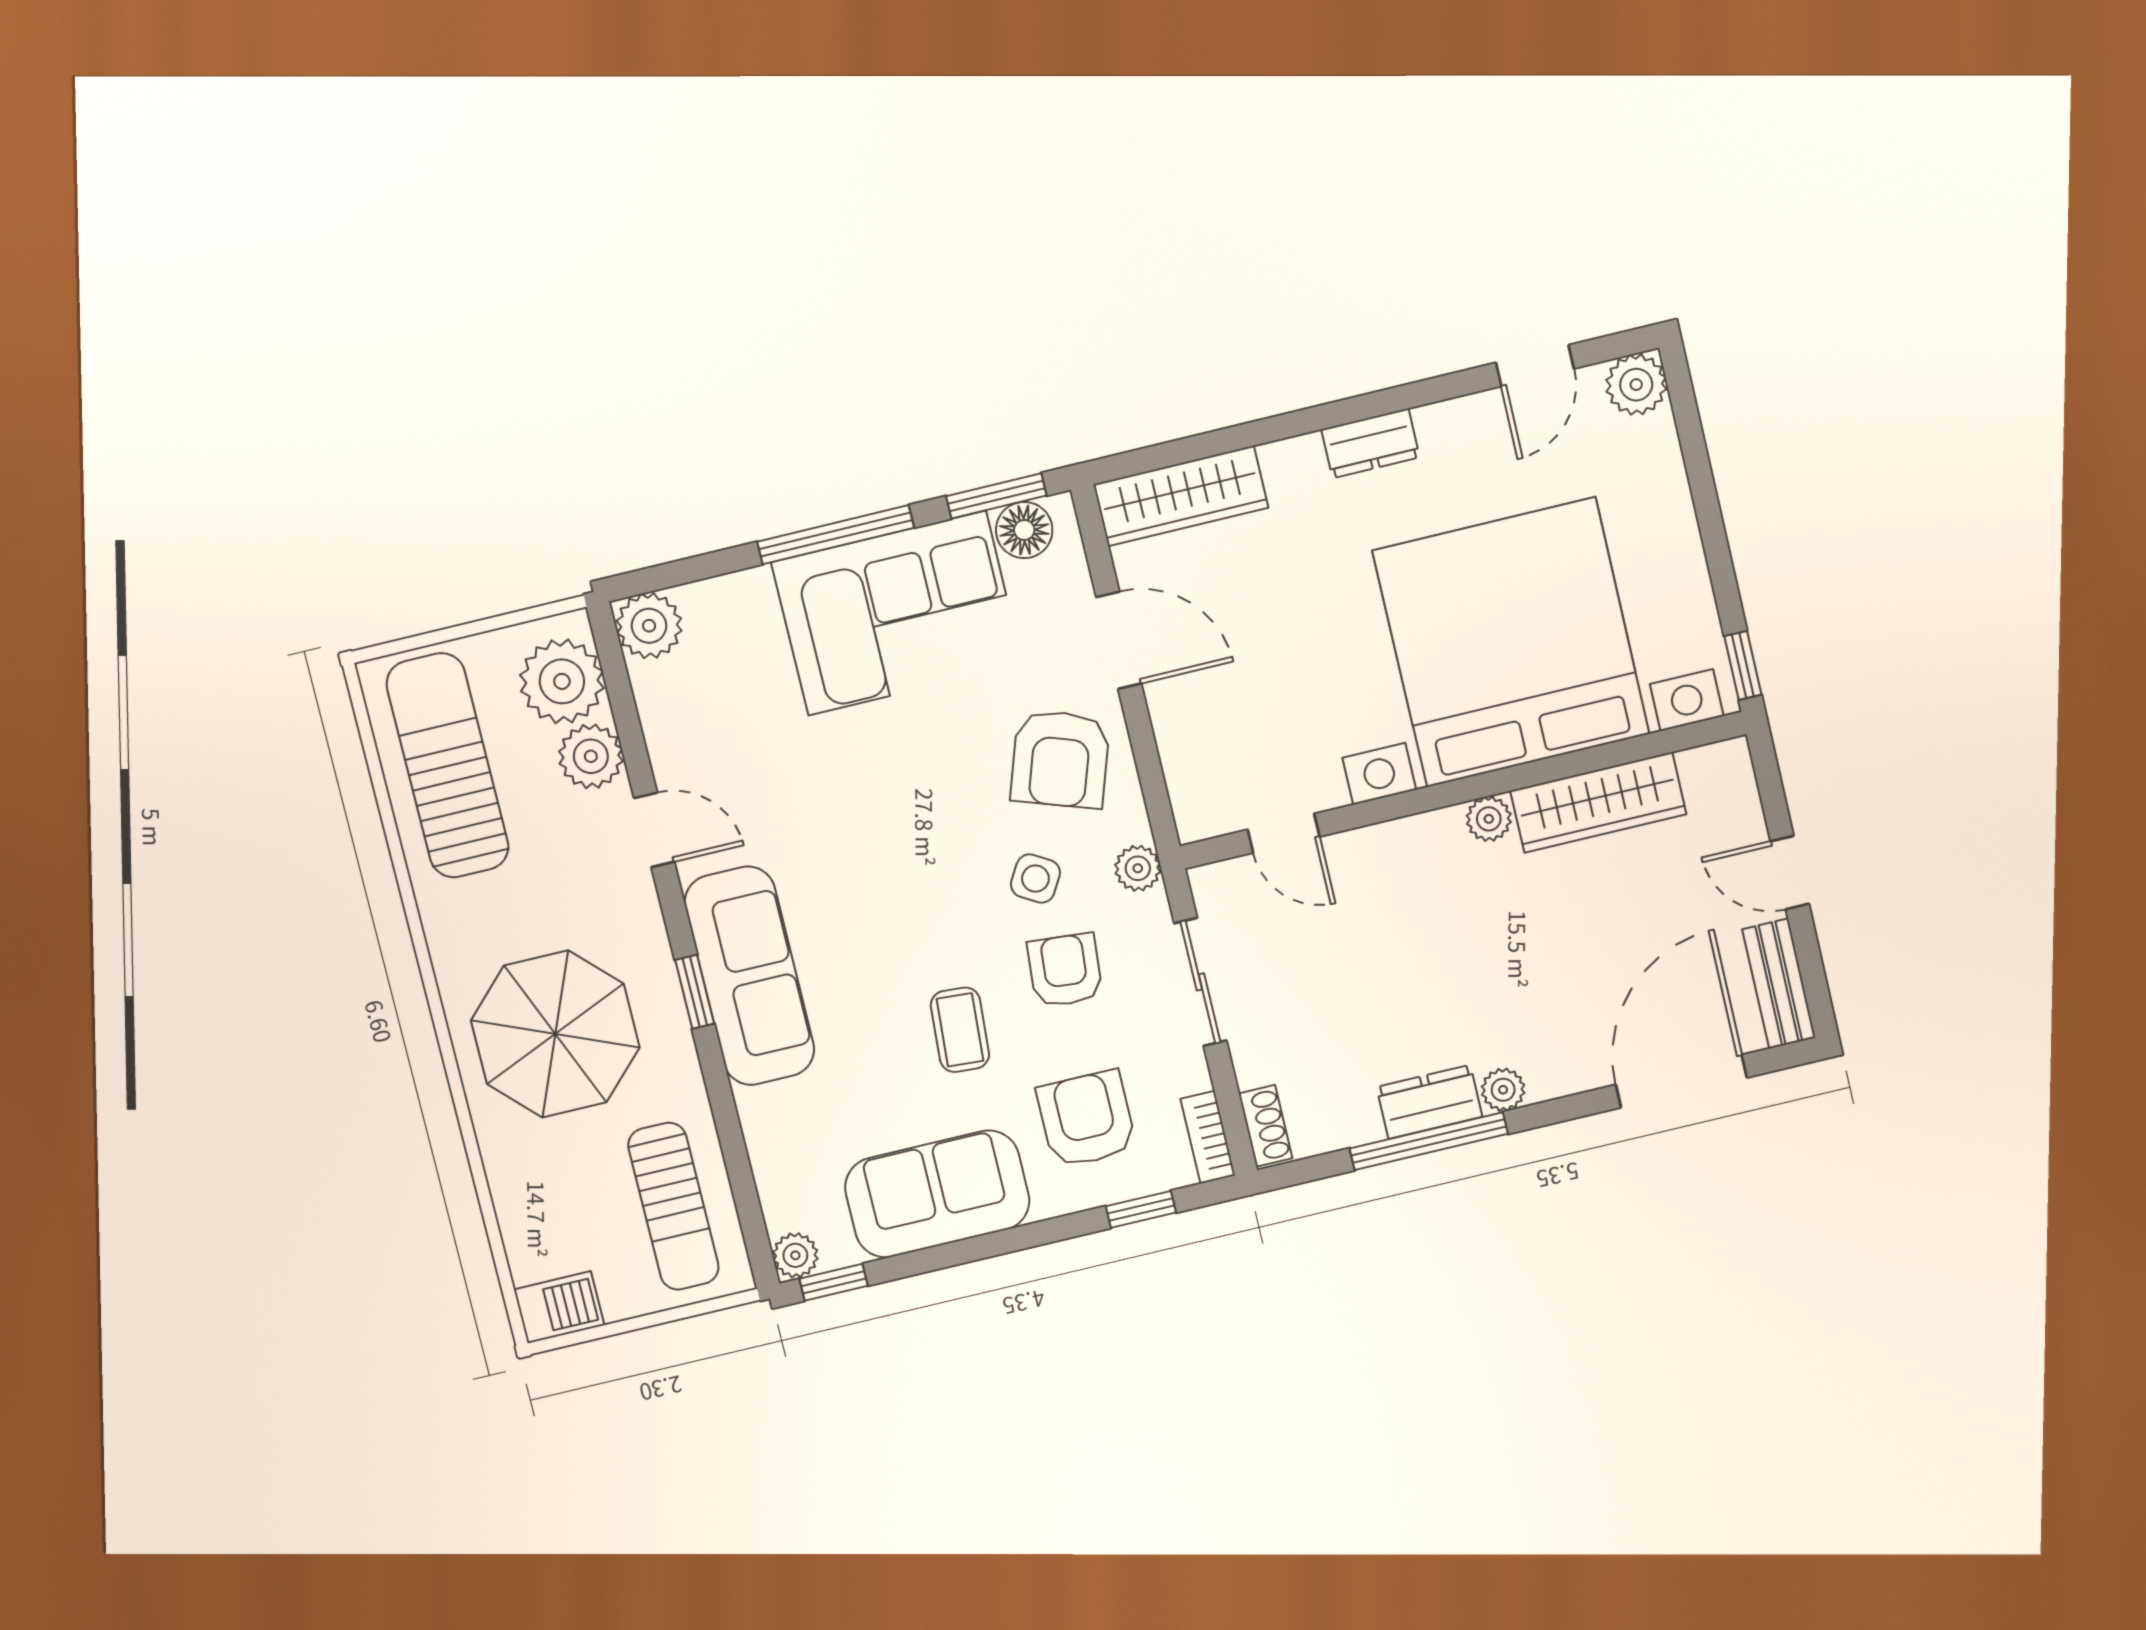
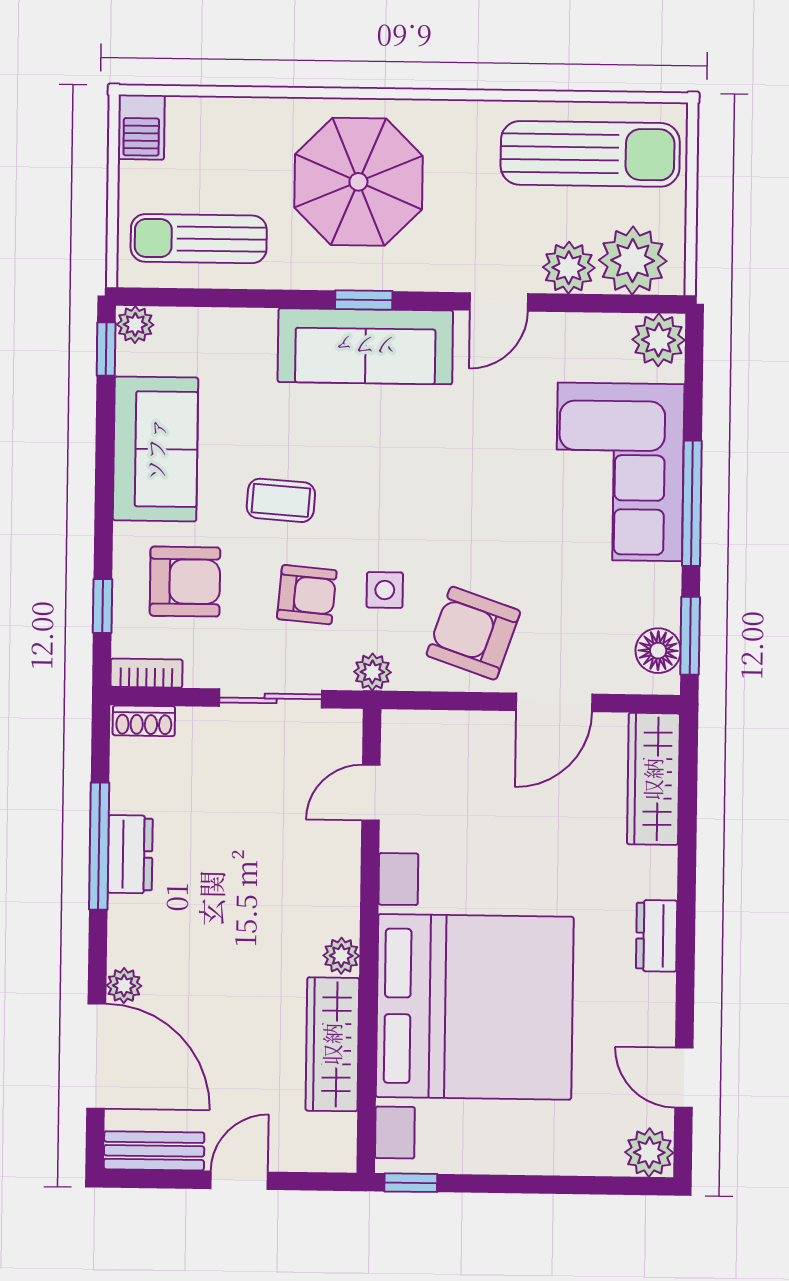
corner sofa: (897, 613) -> (620, 472), moved
side table: (1035, 879) -> (385, 590), turned -31
plant: (1503, 1090) -> (124, 986), moved

